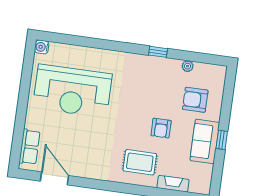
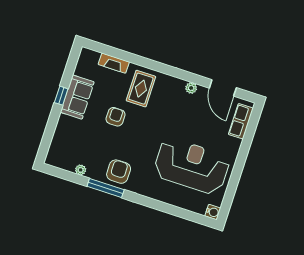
window: (158, 52) -> (106, 188), width x2.17
armchair: (195, 100) -> (119, 172), moved, turned -90
rug: (140, 162) -> (141, 89), turned 90
plant: (88, 172) -> (191, 88), added

